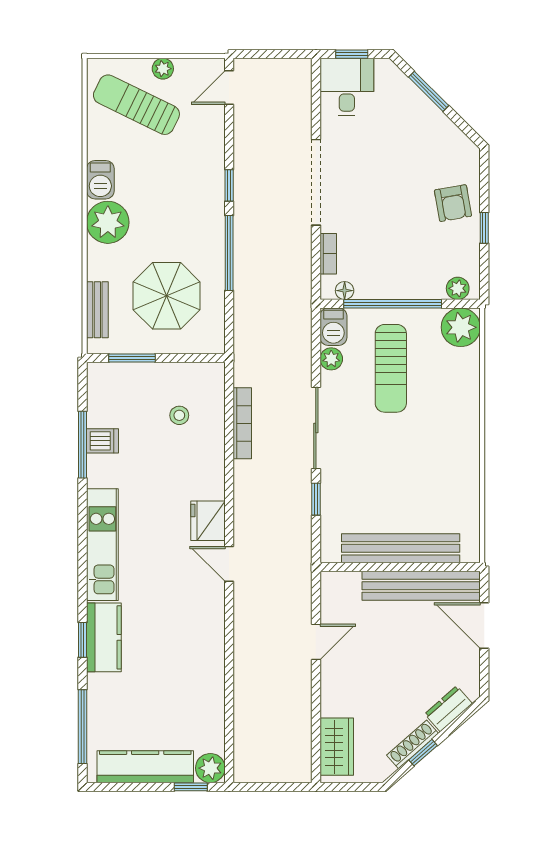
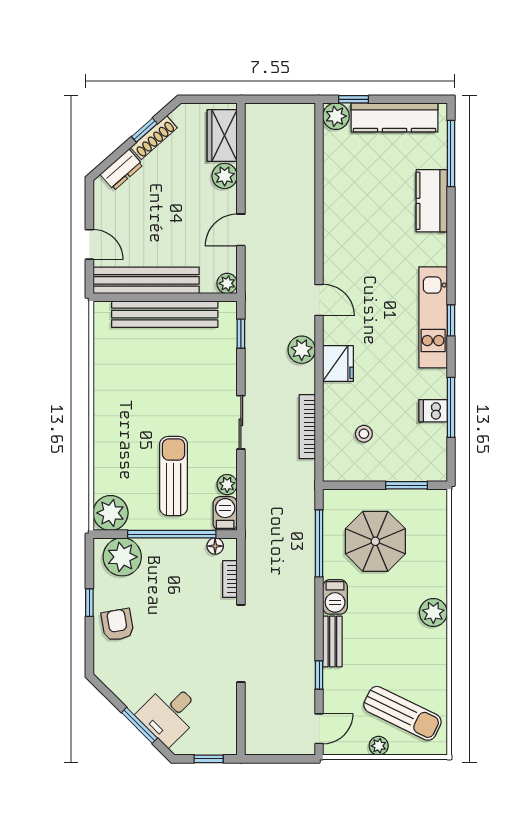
desk: (347, 87) -> (170, 714), moved, turned 45
barbecue: (100, 180) -> (335, 597), moved, turned 180
window: (229, 185) -> (319, 675), moved
plant: (108, 222) -> (433, 613), width x0.73, depth x0.73
window: (229, 253) -> (319, 543), moved
plant: (458, 288) -> (122, 557), width x1.87, depth x1.87
bench: (97, 310) -> (332, 642), moved
sliding door: (316, 428) -> (241, 422), width x0.73
window: (316, 499) -> (241, 334), moved
plant: (248, 509) -> (302, 350), added
fridge: (208, 521) -> (338, 364), moved
plant: (331, 582) -> (227, 283), added
door: (484, 626) -> (89, 244), width x0.73
kitchen counter: (104, 637) -> (432, 201), moved
window: (83, 640) -> (451, 320), moved
plant: (334, 702) -> (225, 176), added

